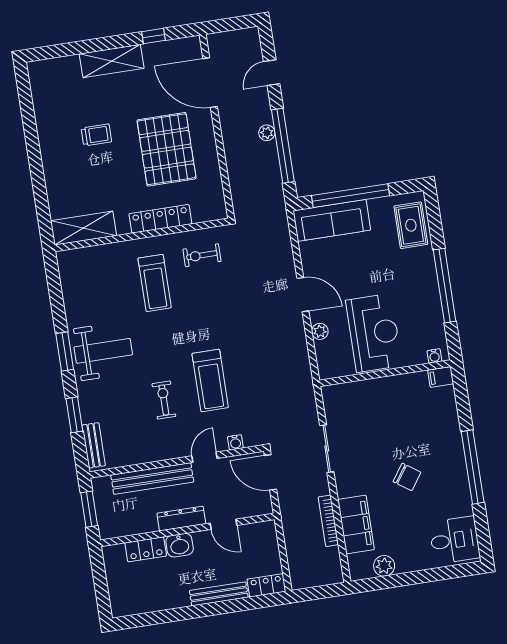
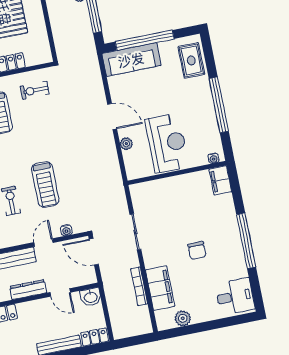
filing cabinet: (441, 377) -> (220, 180), width x2.00
chair: (407, 477) -> (197, 250), turned 55
washbasin: (180, 545) -> (91, 297), moved

